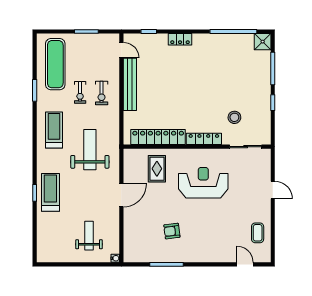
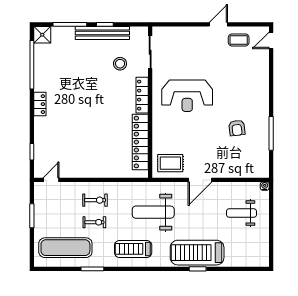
locker: (180, 39) -> (40, 104), moved
bench: (130, 84) -> (102, 33), moved
rug: (157, 169) -> (170, 163), moved
reception desk: (203, 183) -> (187, 96), turned -90
door: (273, 190) -> (218, 24), moved
treadmill: (50, 192) -> (197, 253), width x1.37, depth x1.38
door: (121, 195) -> (200, 180), swing flipped
door: (245, 264) -> (271, 40), moved

